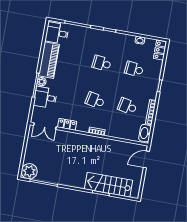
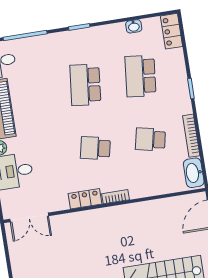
school desk: (102, 63) -> (85, 85), width x1.85
school desk: (134, 69) -> (140, 76), width x1.85
locker: (67, 124) -> (85, 199), moved

